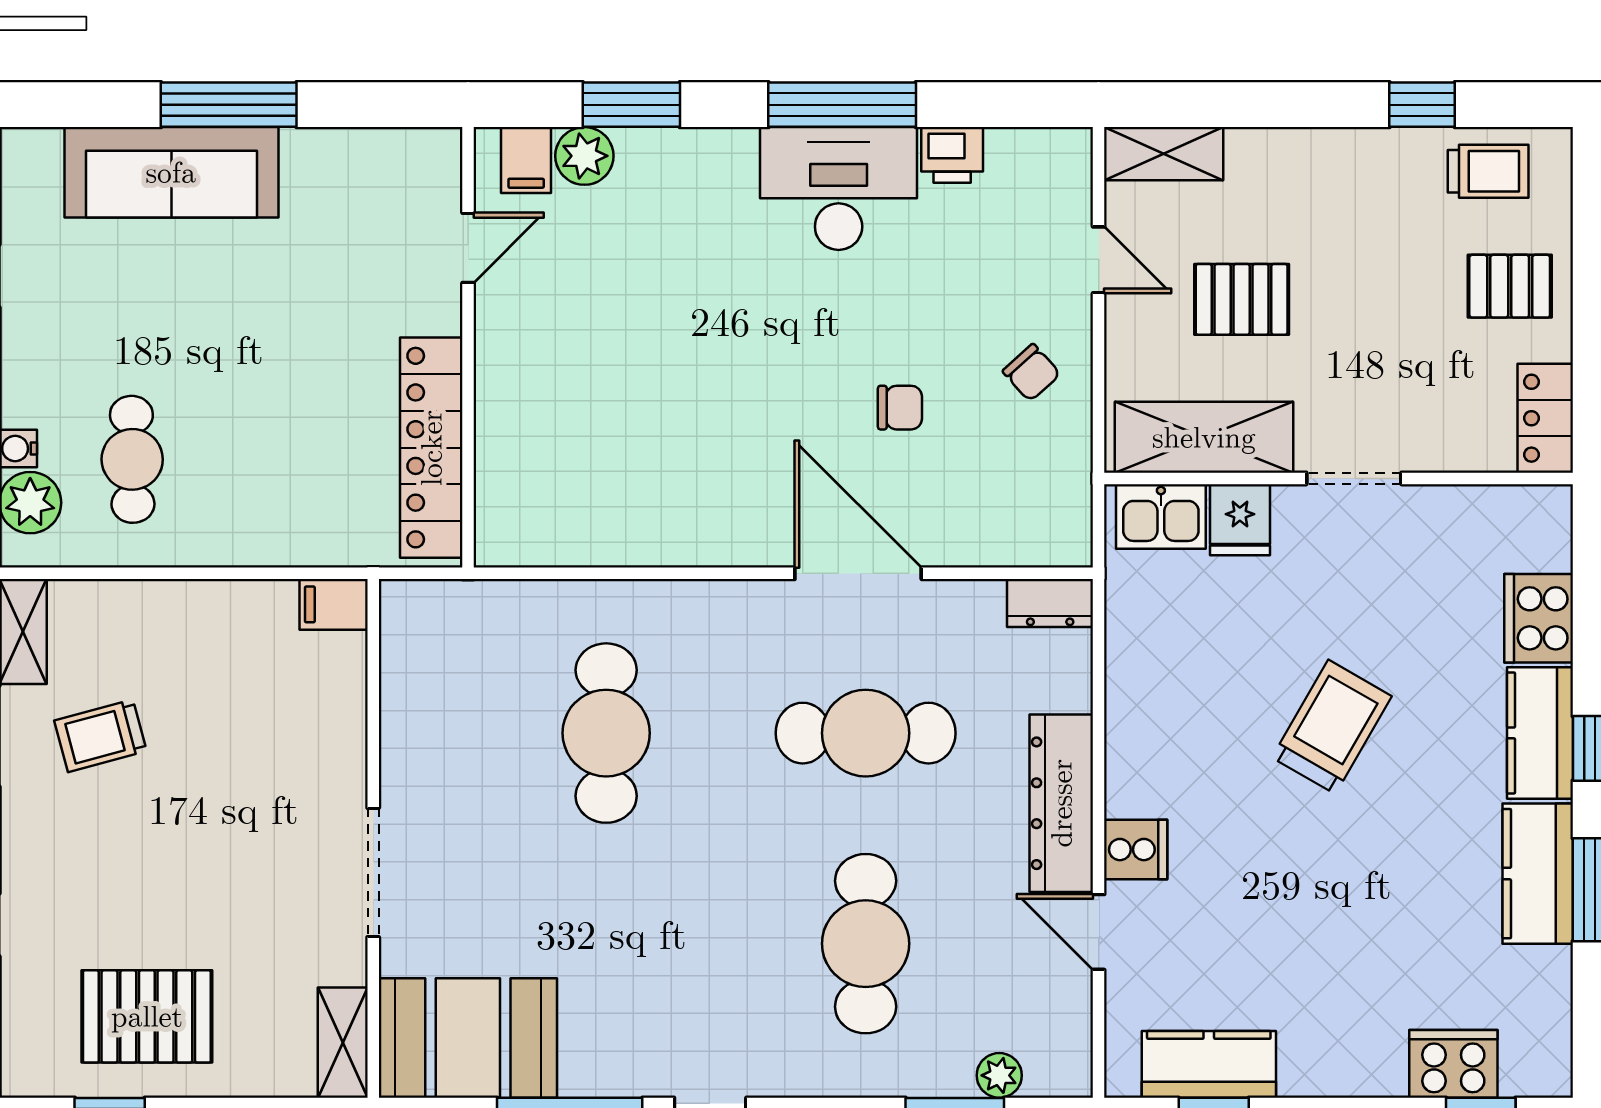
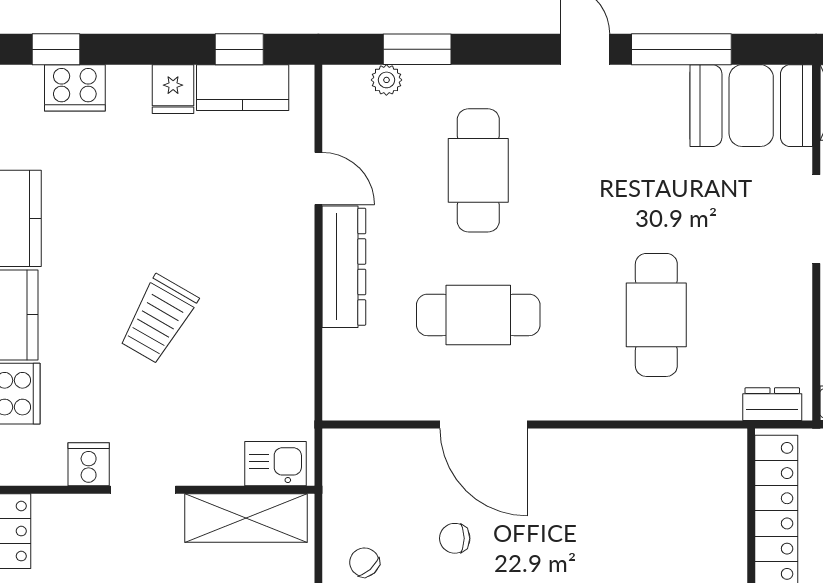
fridge: (1240, 520) -> (173, 89), moved, turned 180
dresser: (1050, 603) -> (772, 404), moved
cooker: (1136, 850) -> (89, 464), moved, turned 90

